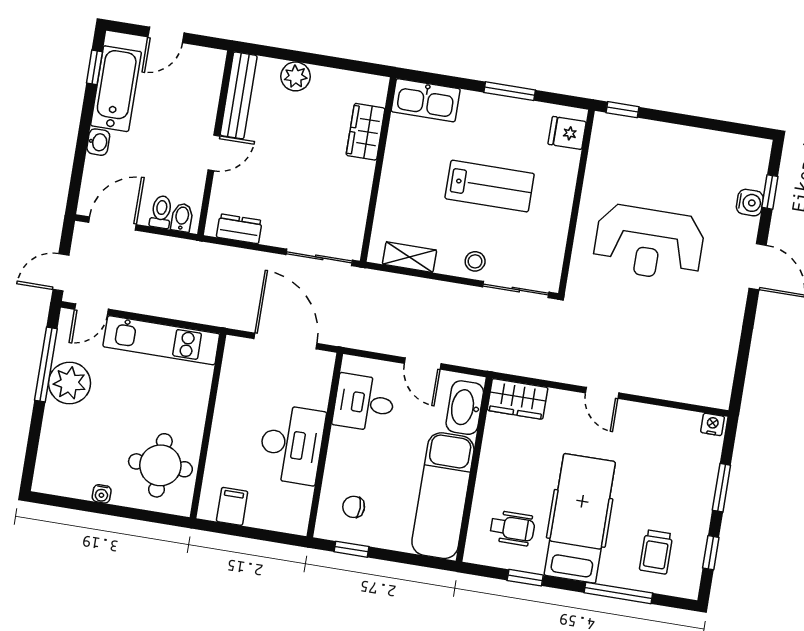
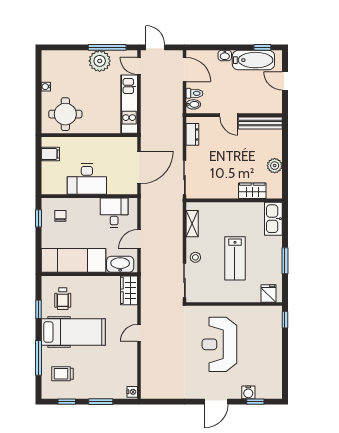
plant: (296, 76) -> (275, 166), moved

